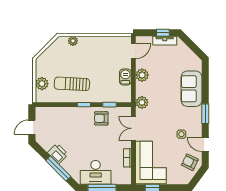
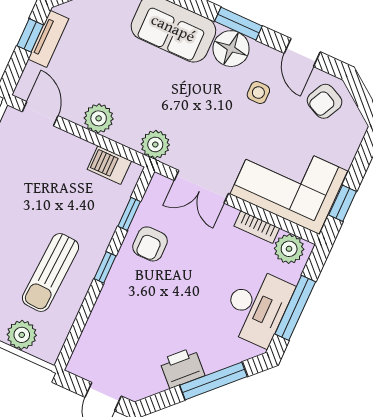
barbecue: (125, 77) -> (109, 165), moved
floor lamp: (194, 115) -> (231, 49), added
door: (205, 144) -> (302, 53), hinge flipped
plant: (125, 175) -> (289, 249), added

